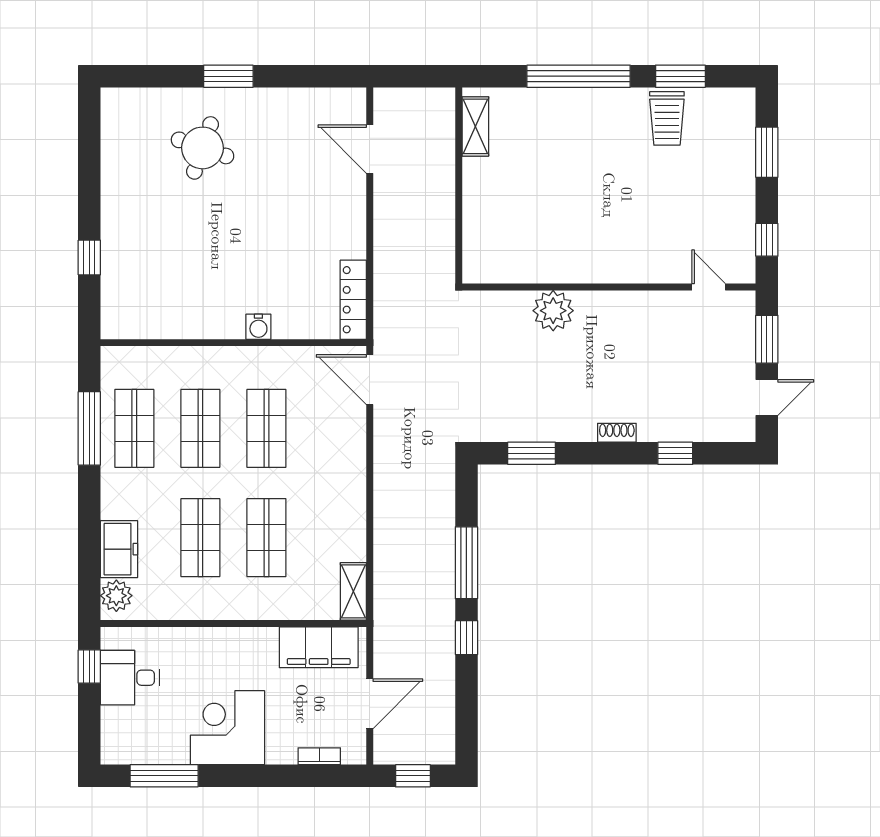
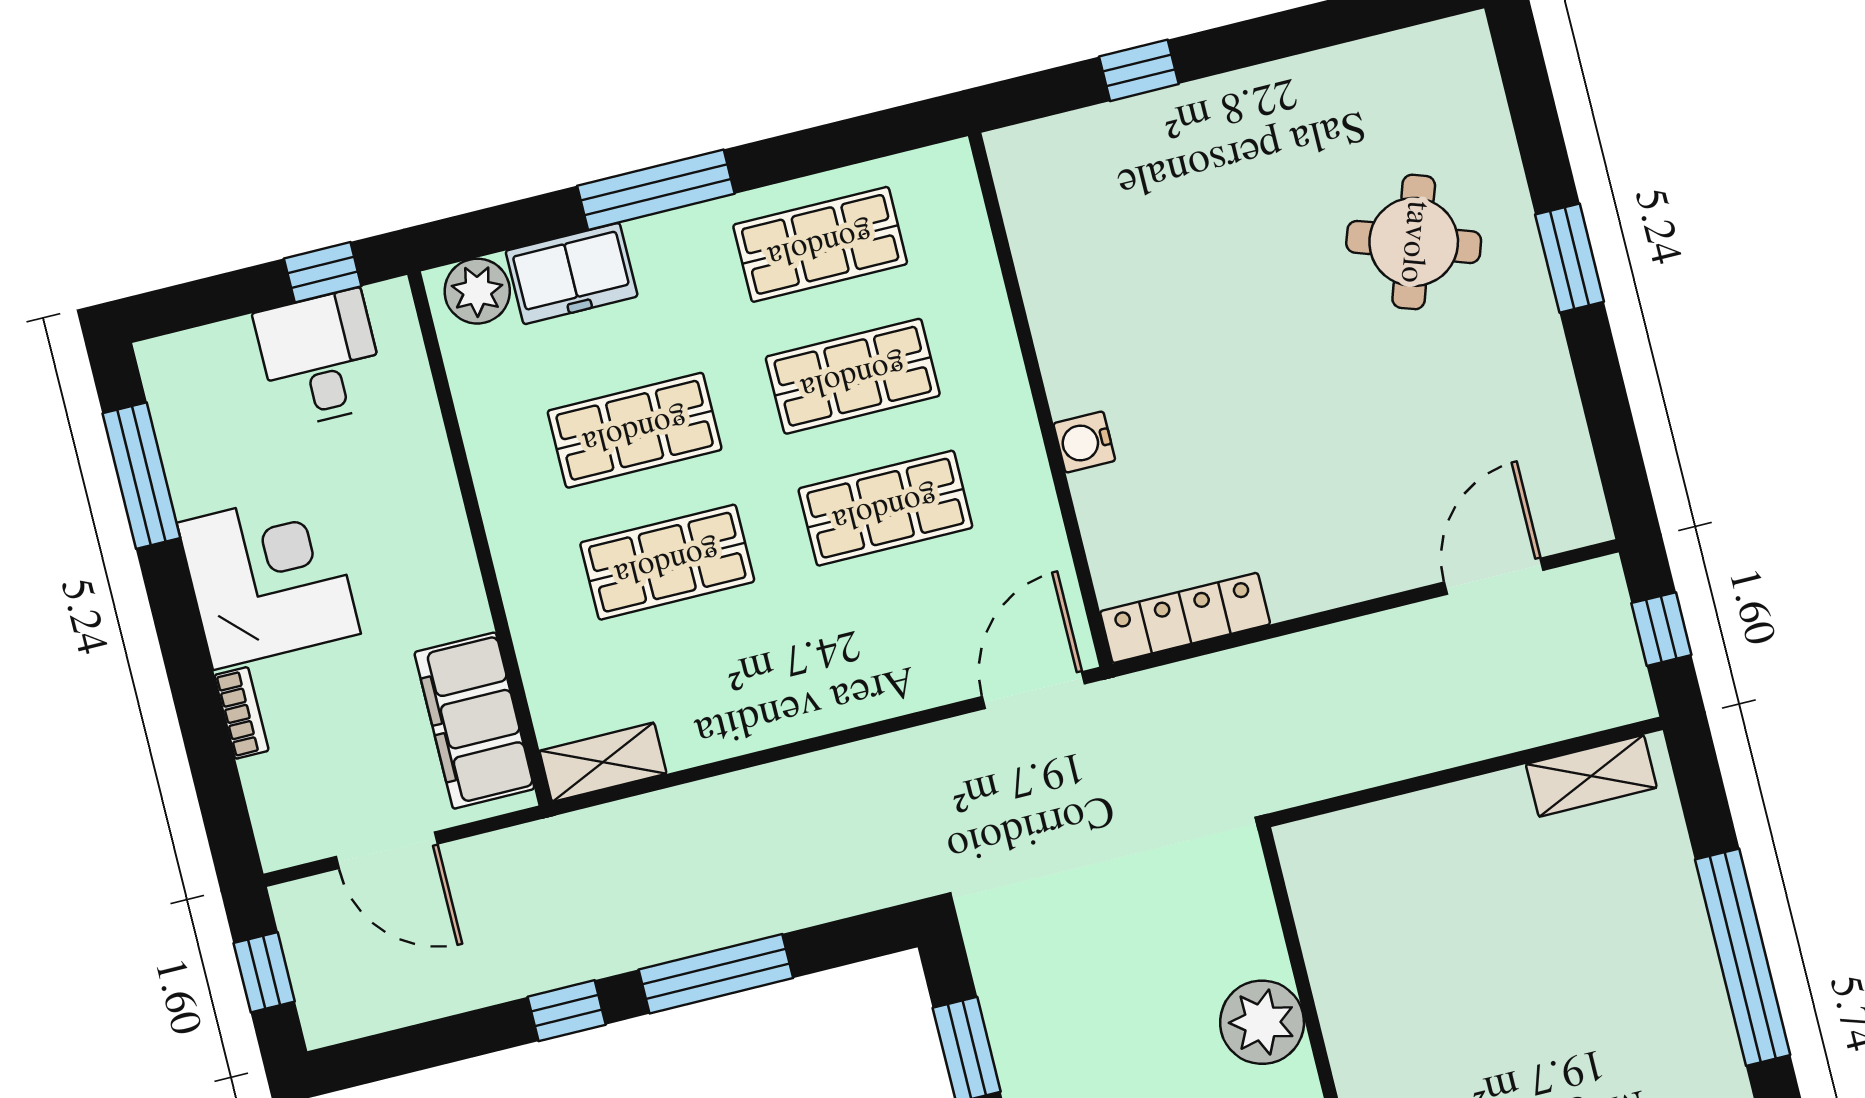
window: (414, 76) -> (1661, 629), added
window: (89, 428) -> (656, 190), moved
bookcase: (319, 756) -> (242, 713), moved

